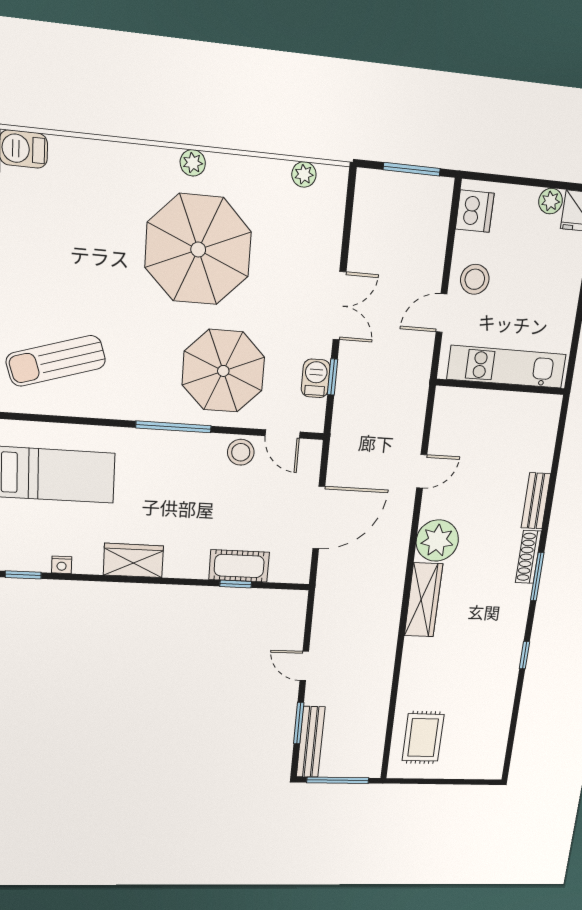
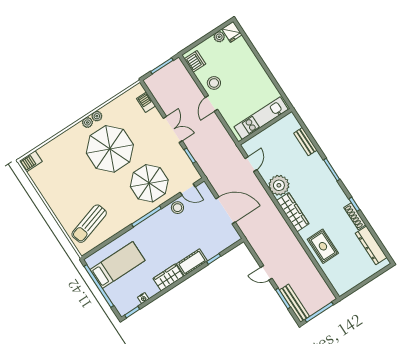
plant: (304, 174) -> (97, 116), moved
kitchen unit: (507, 367) -> (261, 118), moved
barbecue: (316, 378) -> (146, 102), moved
wall: (501, 387) -> (265, 127), moved
door: (319, 518) -> (226, 210), hinge flipped
shoe rack: (528, 557) -> (355, 216), moved
cot: (239, 566) -> (192, 262), moved
dresser: (496, 734) -> (371, 245), added
rug: (423, 738) -> (323, 246), moved

